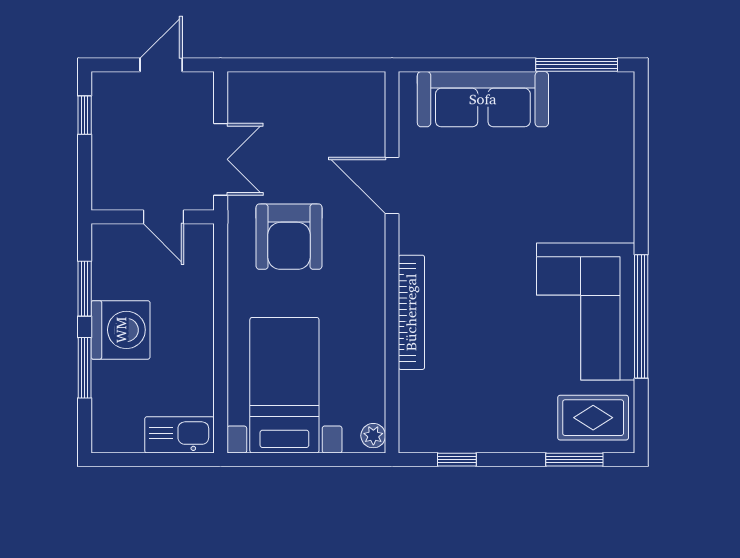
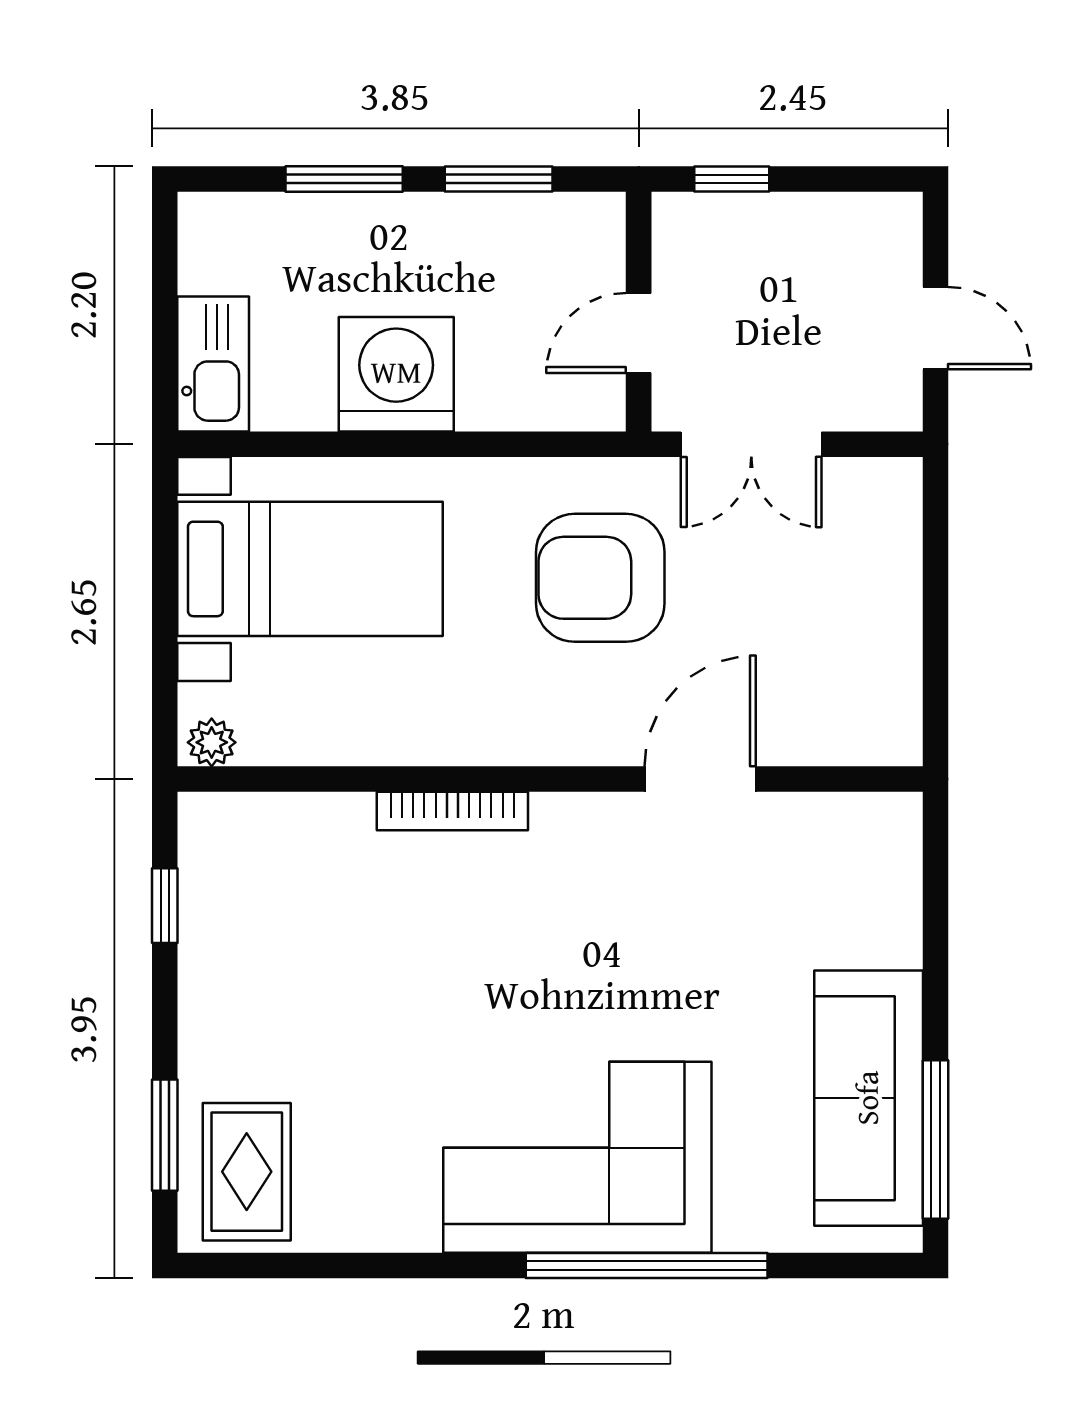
sofa: (483, 99) -> (869, 1098), moved
window: (85, 115) -> (732, 179), moved
bookcase: (411, 312) -> (452, 811), width x0.68, depth x0.76
corner sofa: (586, 312) -> (577, 1157), moved
window: (641, 316) -> (647, 1265), moved
washing machine: (121, 330) -> (396, 374), moved, turned 180

